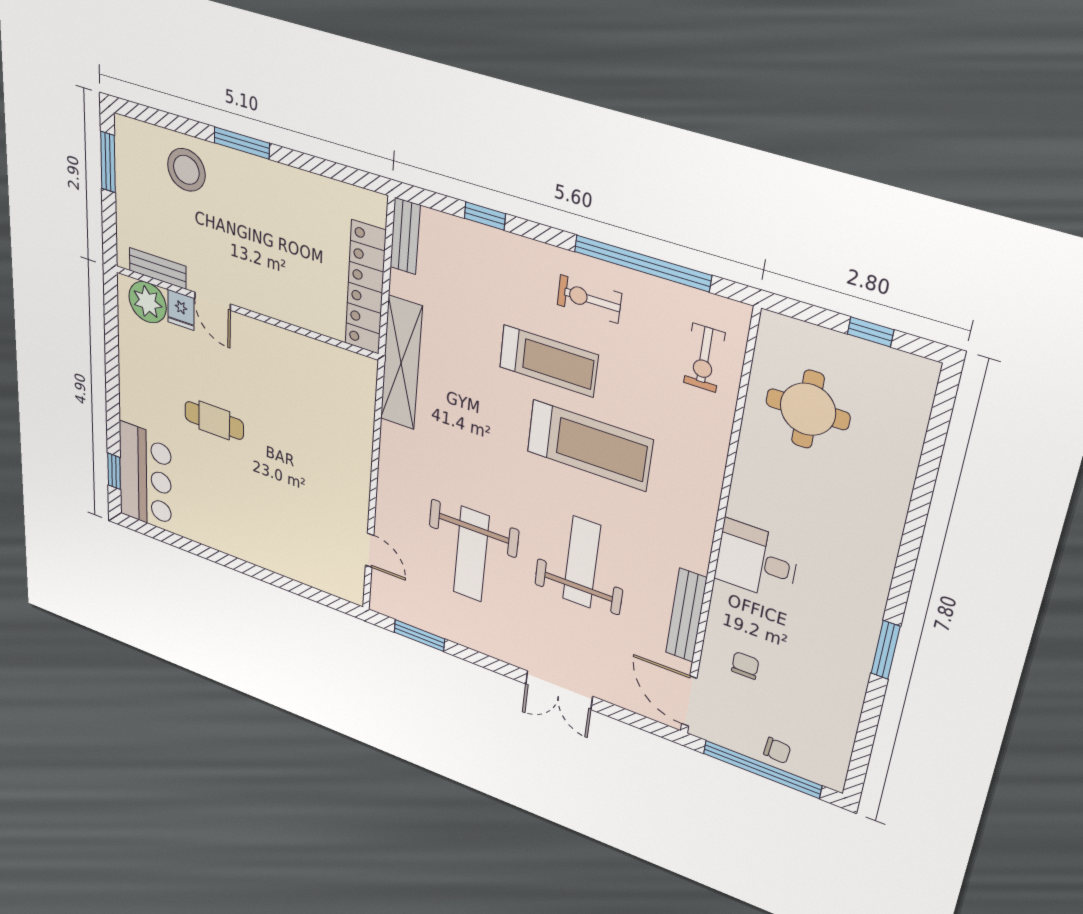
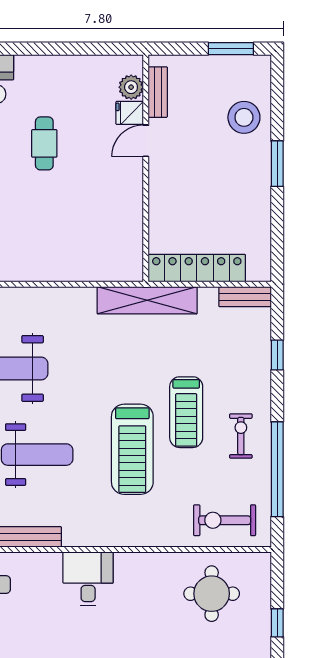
plant: (148, 302) -> (131, 87), width x0.73, depth x0.73
exercise bike: (704, 358) -> (225, 520), width x1.38, depth x1.39

